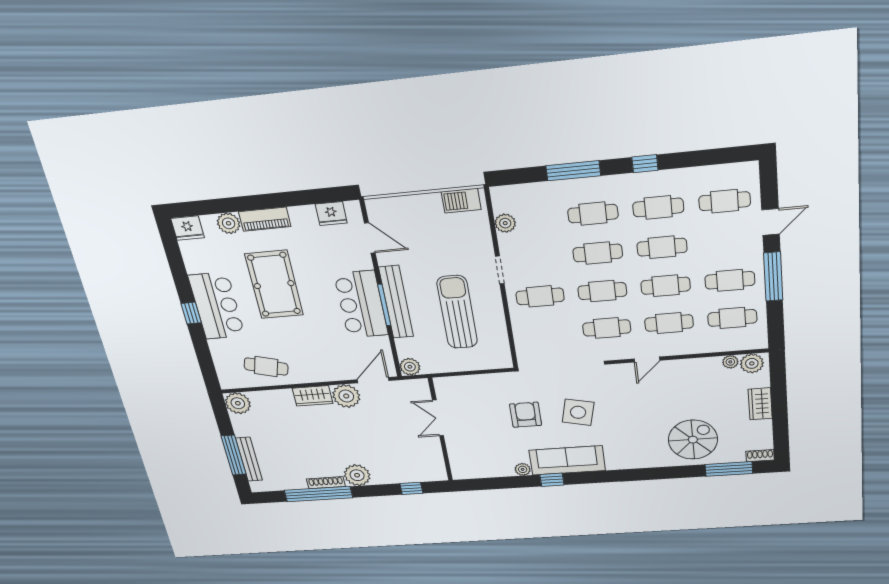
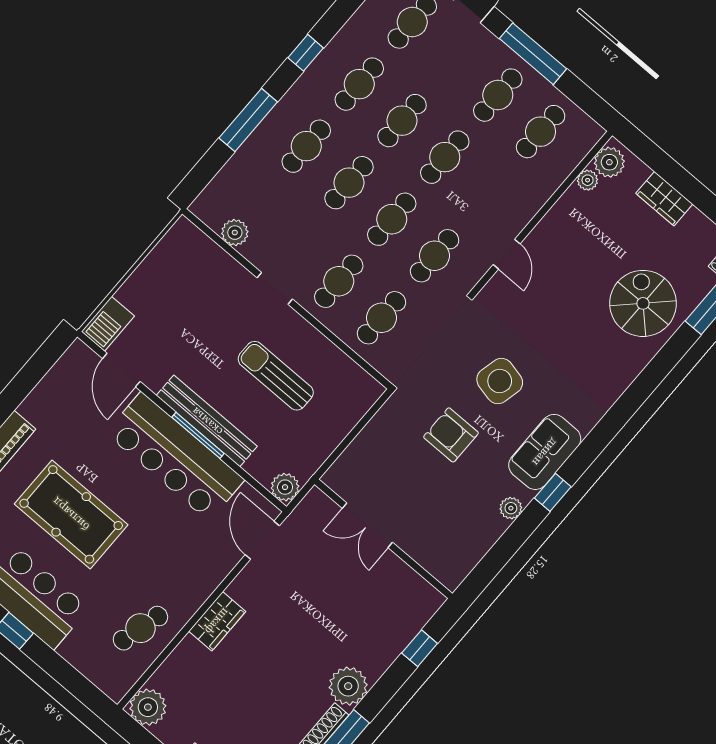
barbecue: (461, 201) -> (108, 324), moved
fridge: (331, 214) -> (63, 377), removed
door: (370, 238) -> (121, 370), swing flipped
bar counter: (361, 304) -> (175, 457), width x1.36
sun lounger: (457, 312) -> (276, 376), width x0.73, depth x0.75
cafe table: (669, 323) -> (382, 318), moved
plant: (346, 396) -> (252, 588), removed
sofa: (567, 460) -> (545, 452), width x0.73

